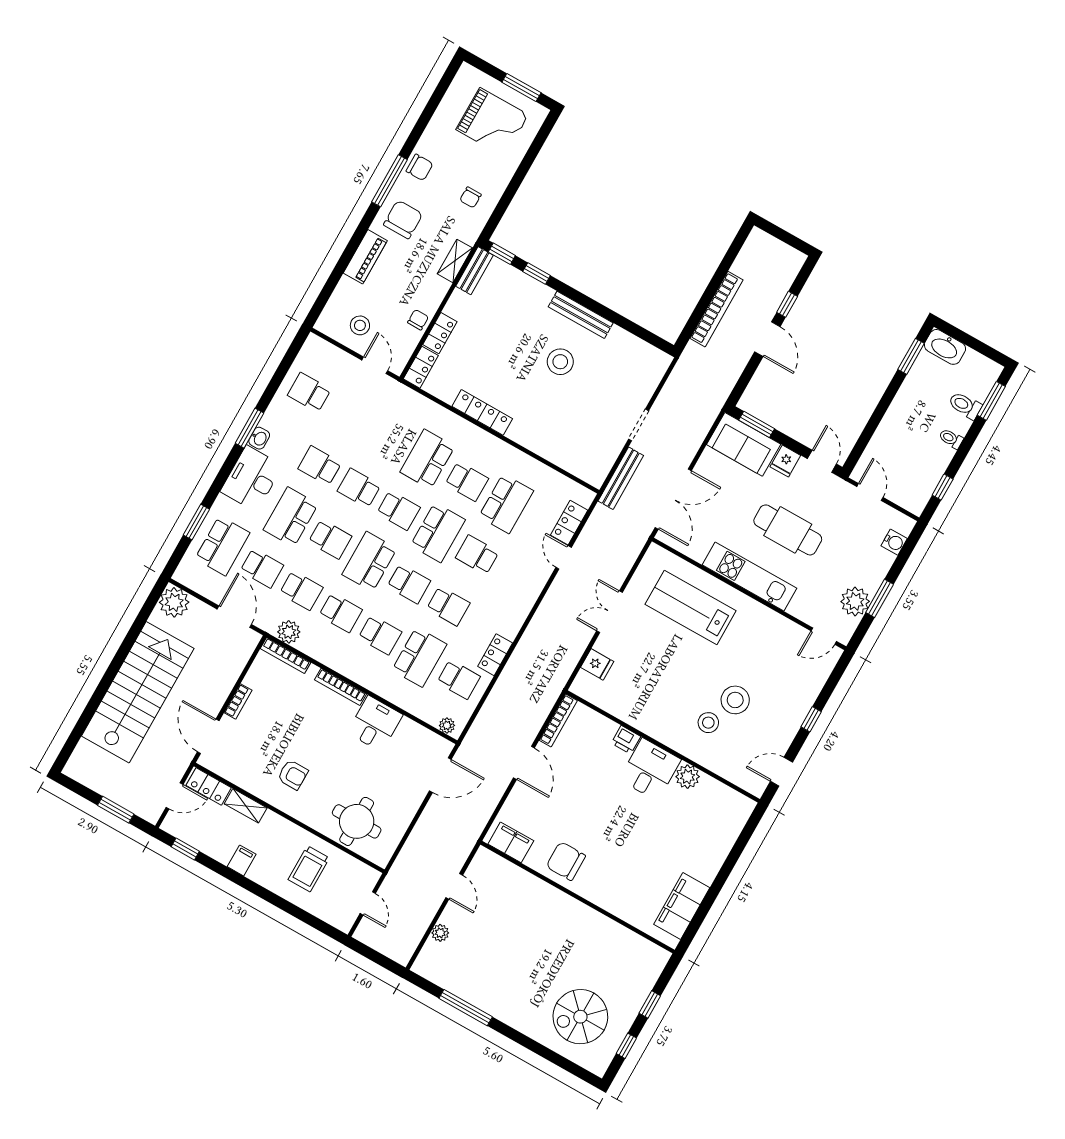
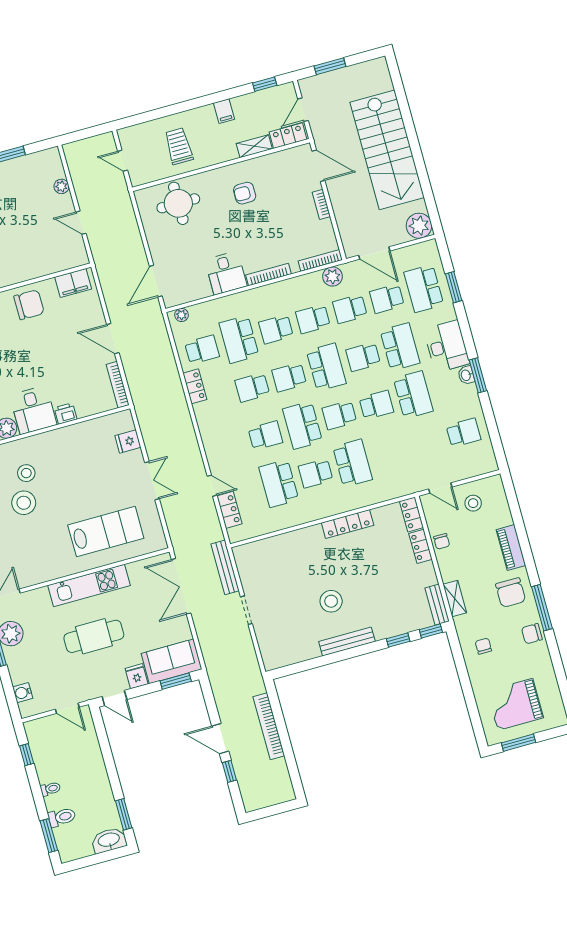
school desk: (320, 466) -> (413, 395), width x1.85
school desk: (459, 679) -> (202, 350), turned 180

